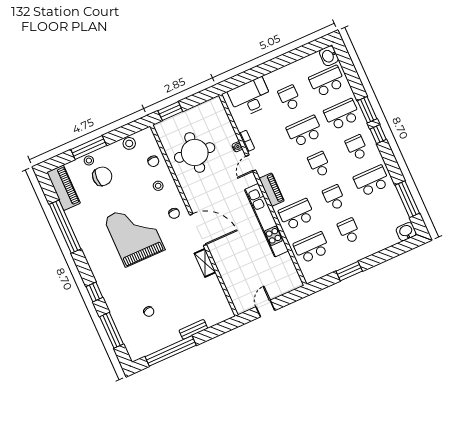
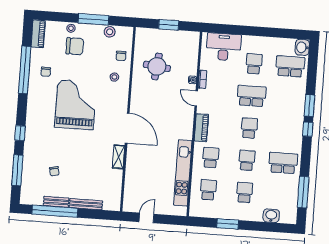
window: (170, 111) -> (169, 25), moved
school desk: (342, 114) -> (288, 99), removed
window: (89, 148) -> (93, 19), moved
school desk: (357, 148) -> (285, 131), removed
round table: (195, 152) -> (157, 66), width x0.73, depth x0.73
door: (251, 163) -> (196, 98), hinge flipped
piano: (64, 188) -> (38, 34), width x0.73, depth x0.75
chair: (174, 213) -> (46, 72), moved
school desk: (297, 214) -> (211, 158), width x0.54
kitchen unit: (266, 220) -> (183, 173), moved
washbasin: (406, 232) -> (271, 216), moved
school desk: (312, 248) -> (208, 190), width x0.54
bench: (193, 329) -> (86, 204), width x1.36
bench: (167, 341) -> (56, 202), added

